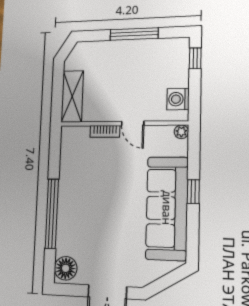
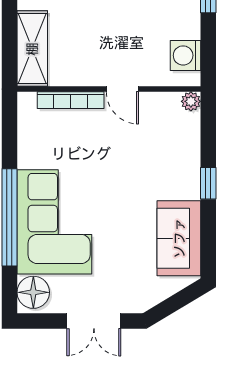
bookcase: (105, 131) -> (71, 100), width x1.56
sofa: (167, 208) -> (179, 238), width x0.54, depth x0.79
corner sofa: (82, 218) -> (54, 222), added

